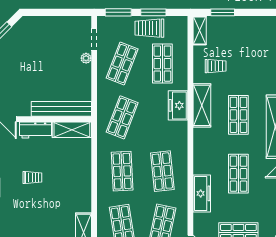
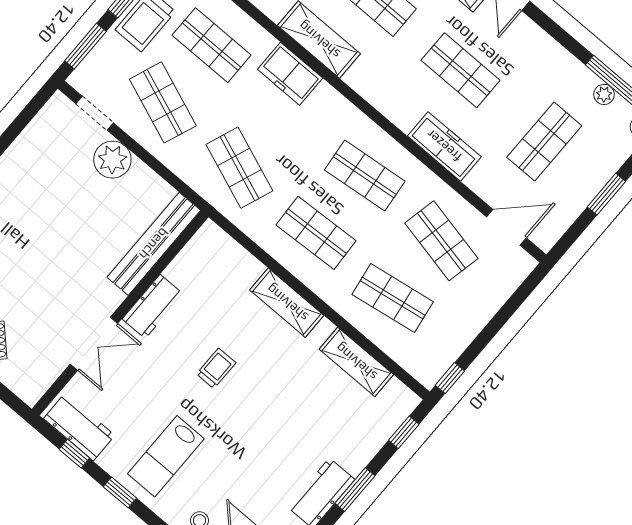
plant: (86, 58) -> (112, 160), width x1.88, depth x1.88
shelving: (72, 130) -> (287, 303), moved, turned 90

